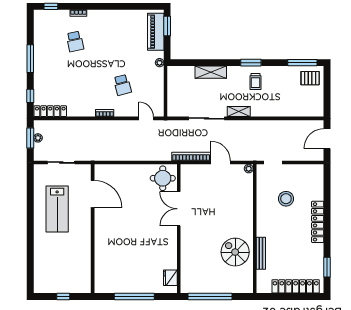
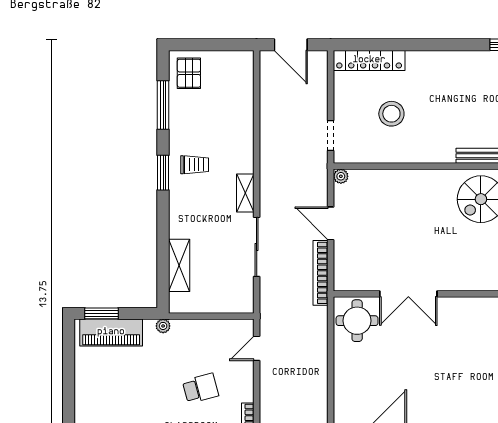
window: (302, 63) -> (163, 105), moved
shelving: (211, 72) -> (179, 265), moved
door: (221, 162) -> (331, 223), hinge flipped
locker: (318, 222) -> (369, 60), moved

